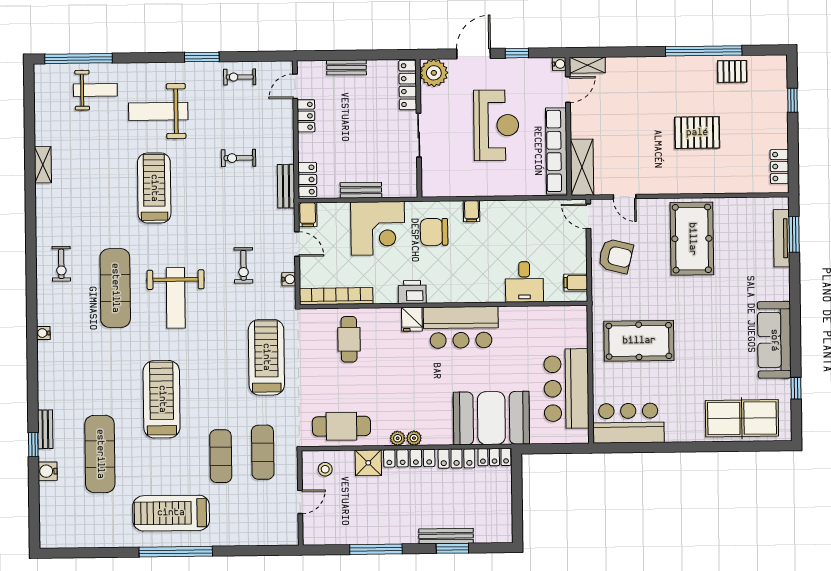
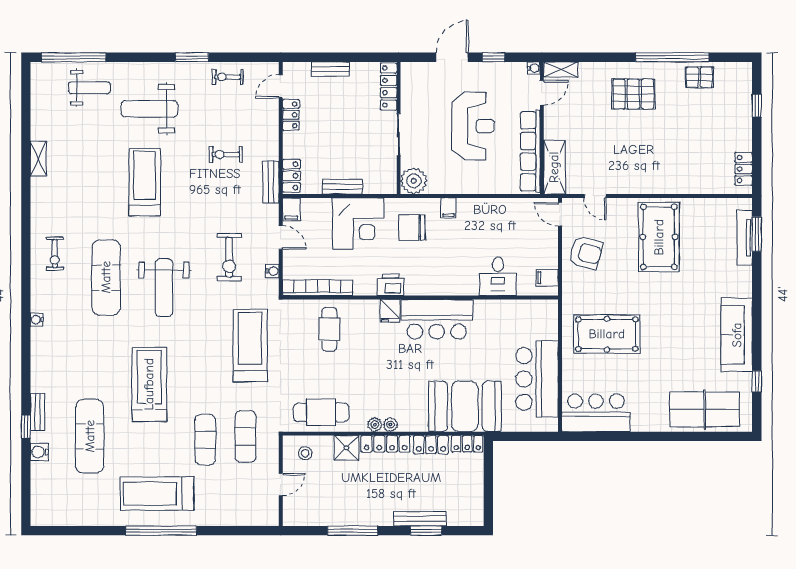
plant: (434, 73) -> (414, 181), moved
pallet: (697, 133) -> (633, 94), moved
exercise bike: (243, 265) -> (229, 257), width x1.38, depth x1.39

